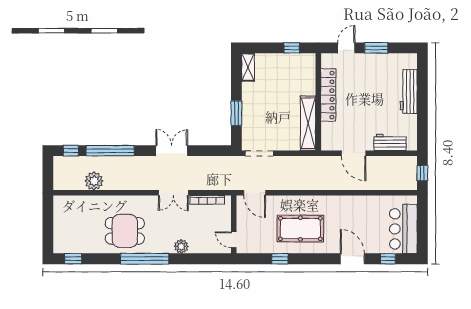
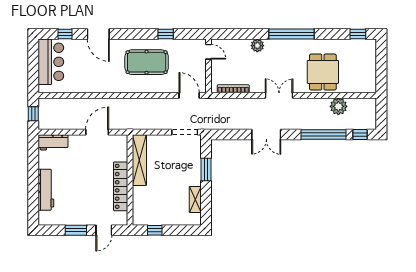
shelving: (248, 67) -> (195, 199), moved
workbench: (390, 142) -> (53, 142), moved
door: (353, 153) -> (97, 132), hinge flipped
double door: (173, 193) -> (279, 95), moved
dining table: (125, 231) -> (323, 72), moved, turned 90

